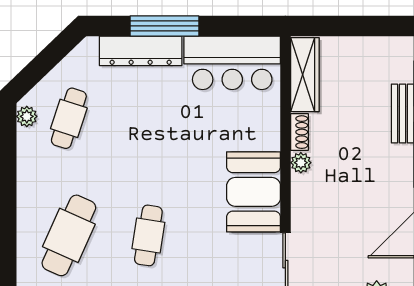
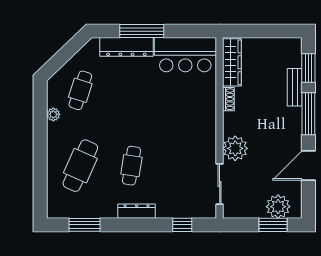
plant: (27, 116) -> (53, 114), moved
plant: (301, 163) -> (235, 148), moved, width x1.88, depth x1.88
booth: (254, 192) -> (199, 138), removed

